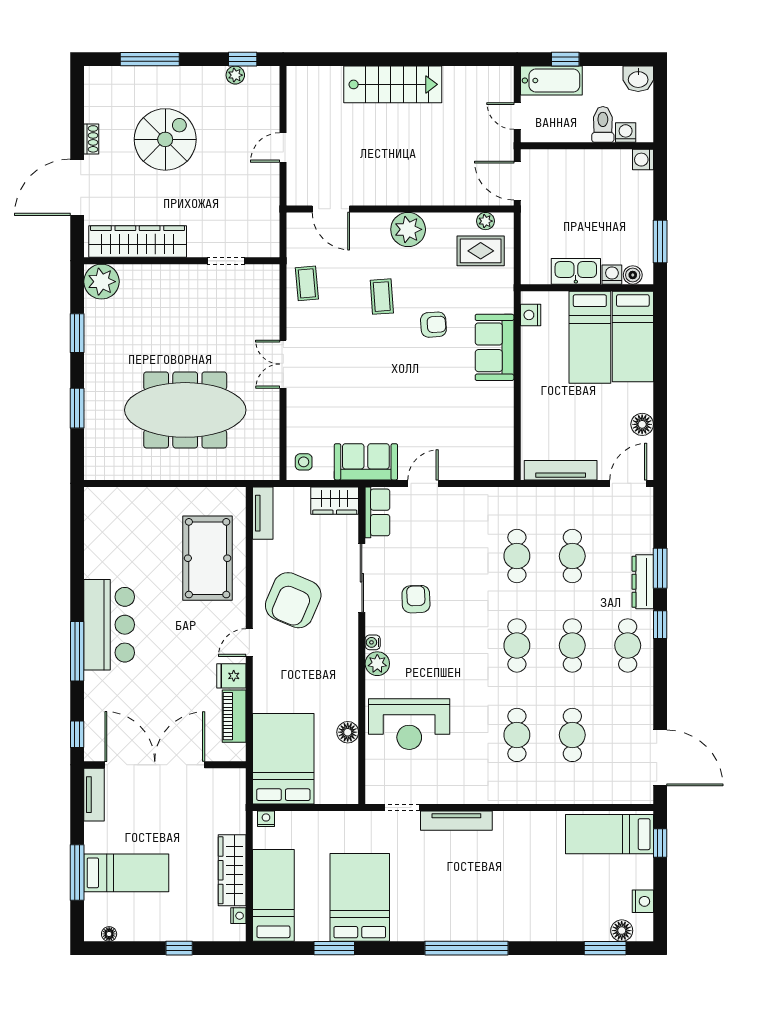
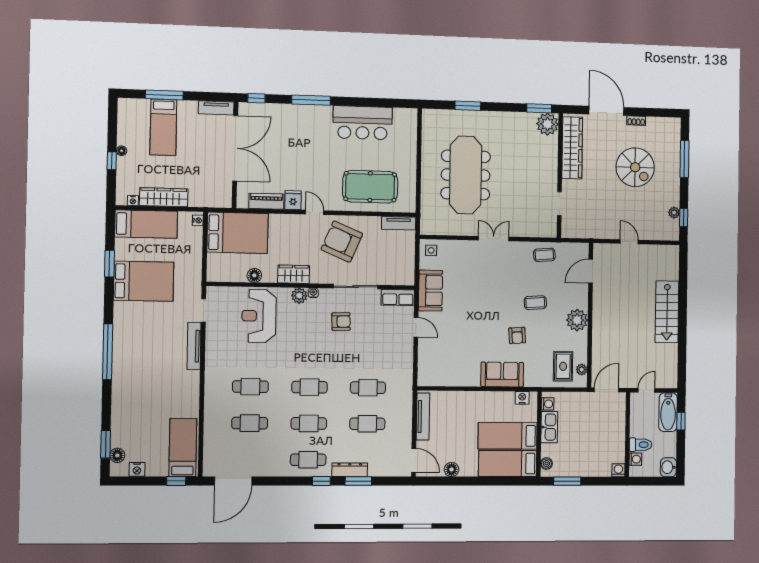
washing machine: (612, 275) -> (548, 404), moved
window: (77, 333) -> (539, 108), moved
wardrobe: (335, 501) -> (294, 274), moved, turned 90
bar counter: (109, 625) -> (363, 123), moved
floor lamp: (109, 934) -> (122, 151), moved

